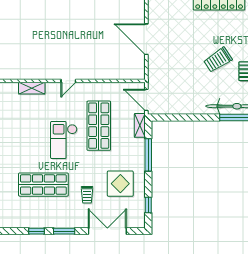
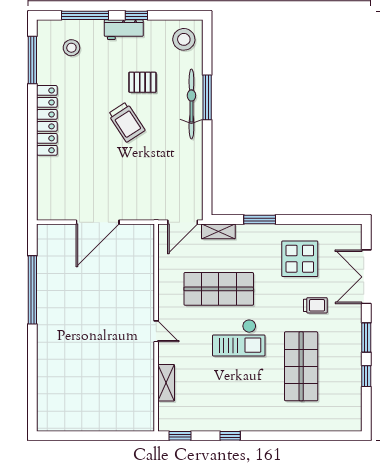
window: (148, 155) -> (260, 219), width x0.69
window: (148, 205) -> (330, 219), removed

